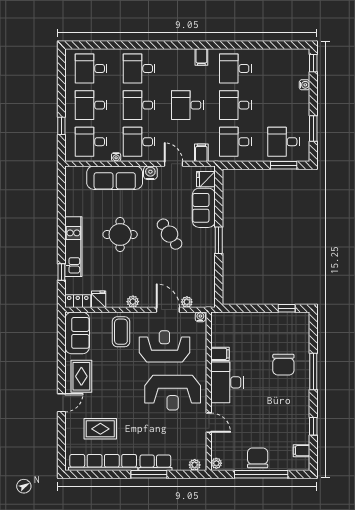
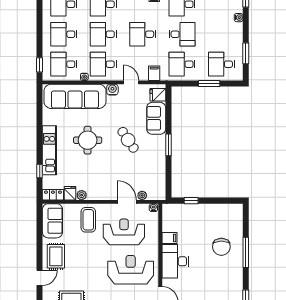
desk: (235, 105) -> (182, 34), turned 180
window: (61, 126) -> (40, 65), moved
window: (284, 165) -> (209, 83), moved
sofa: (115, 178) -> (75, 96), width x1.36, depth x1.27
plant: (133, 302) -> (82, 195), moved
window: (287, 308) -> (191, 201), moved
reception desk: (173, 393) -> (131, 270), turned 180

